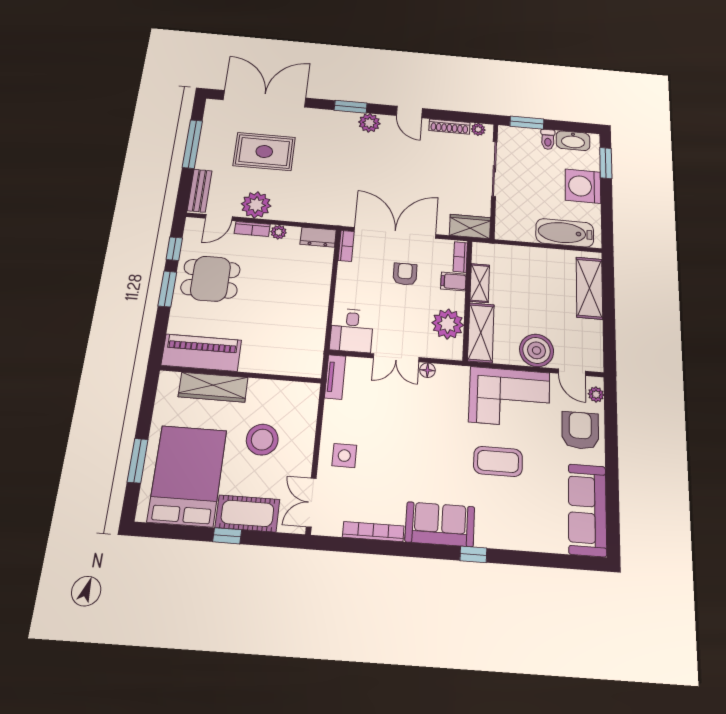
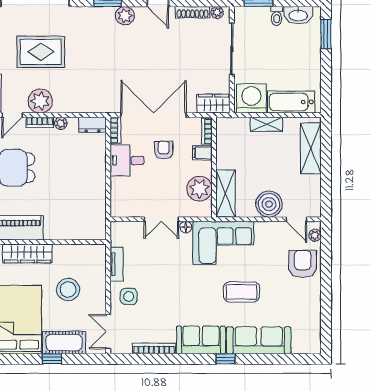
washing machine: (583, 186) -> (251, 98), moved, turned 90
shelving: (480, 283) -> (266, 124), moved, turned 90
desk: (352, 330) -> (127, 160), moved, turned 90
tv unit: (335, 377) -> (117, 264), moved
corner sofa: (509, 397) -> (223, 243), moved
sofa: (587, 510) -> (259, 340), moved, turned 90

